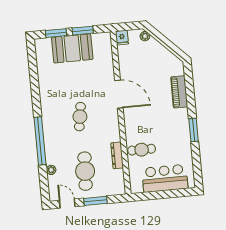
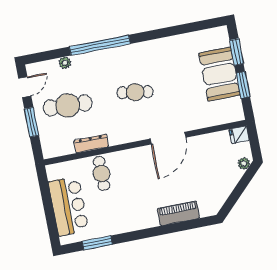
window: (194, 130) -> (97, 243), moved

